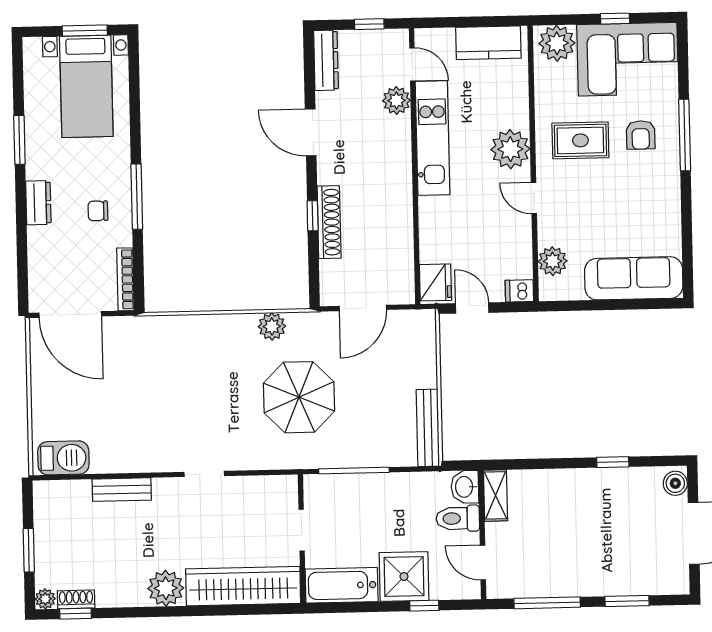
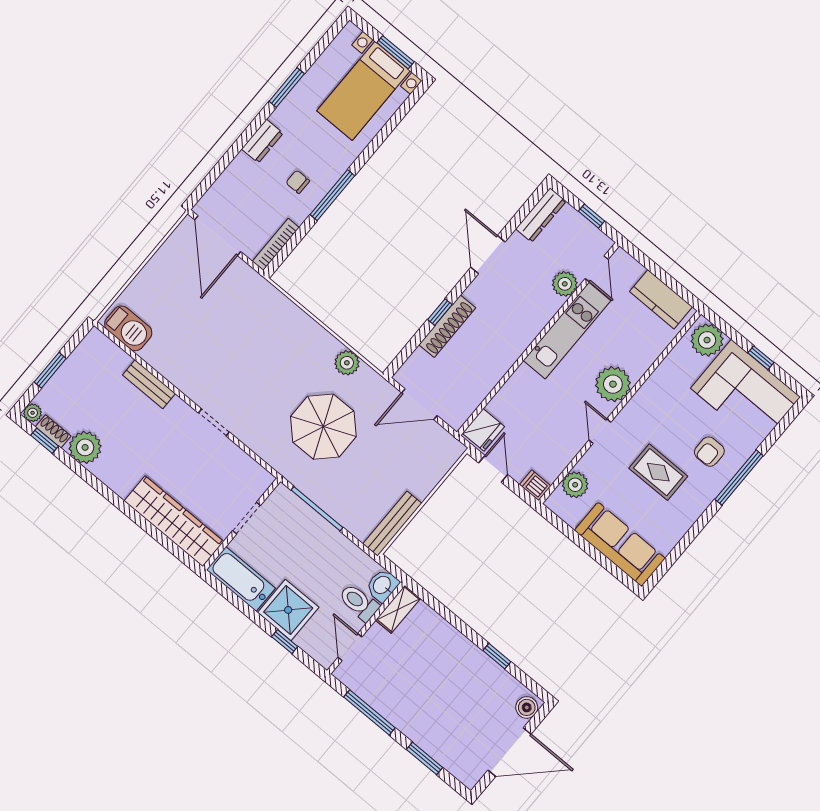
rug: (580, 140) -> (658, 472), moved
plant: (166, 588) -> (85, 447), moved

